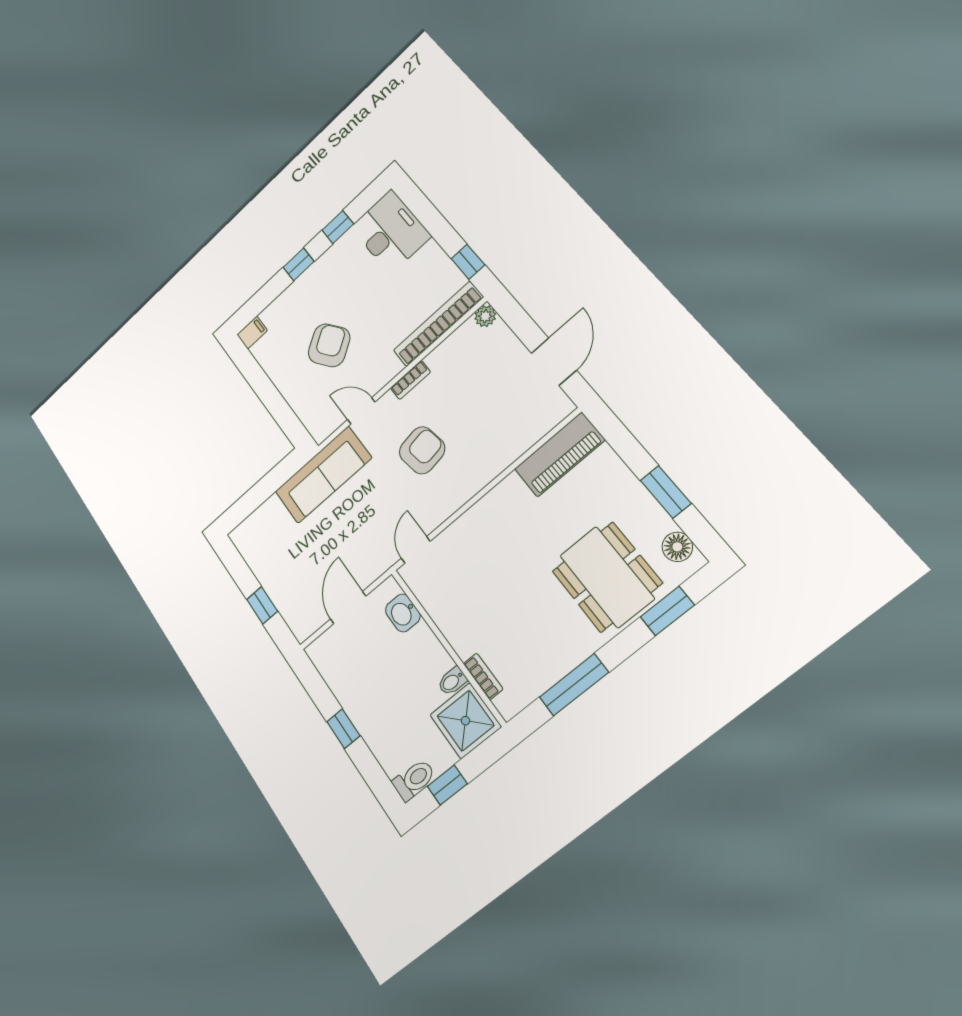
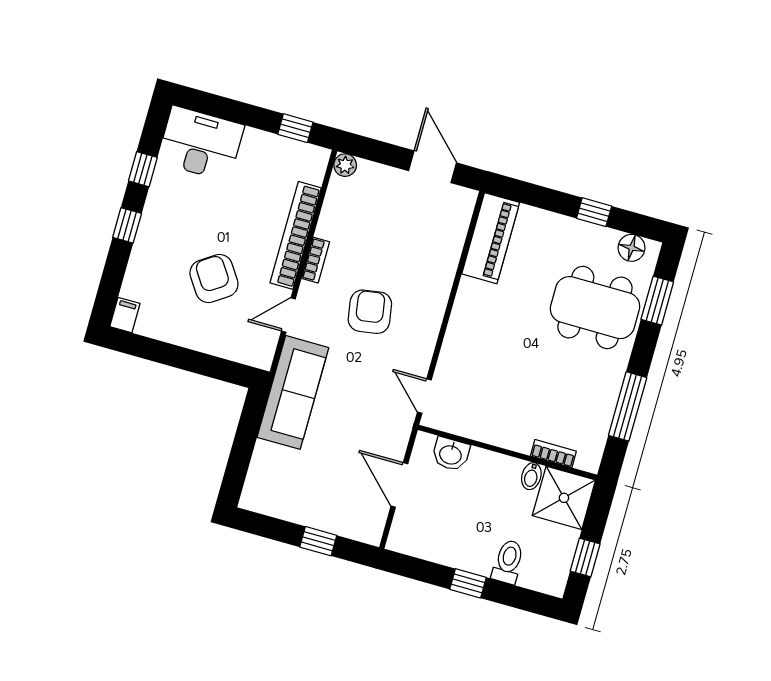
bookcase: (438, 324) -> (296, 235), moved
window: (666, 492) -> (594, 212), width x0.67
toilet: (414, 780) -> (508, 562), moved

